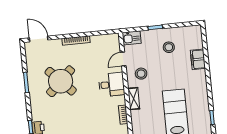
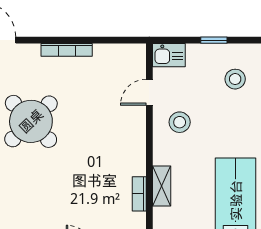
desk: (111, 85) -> (123, 137), removed
shelving: (134, 99) -> (162, 186), moved

